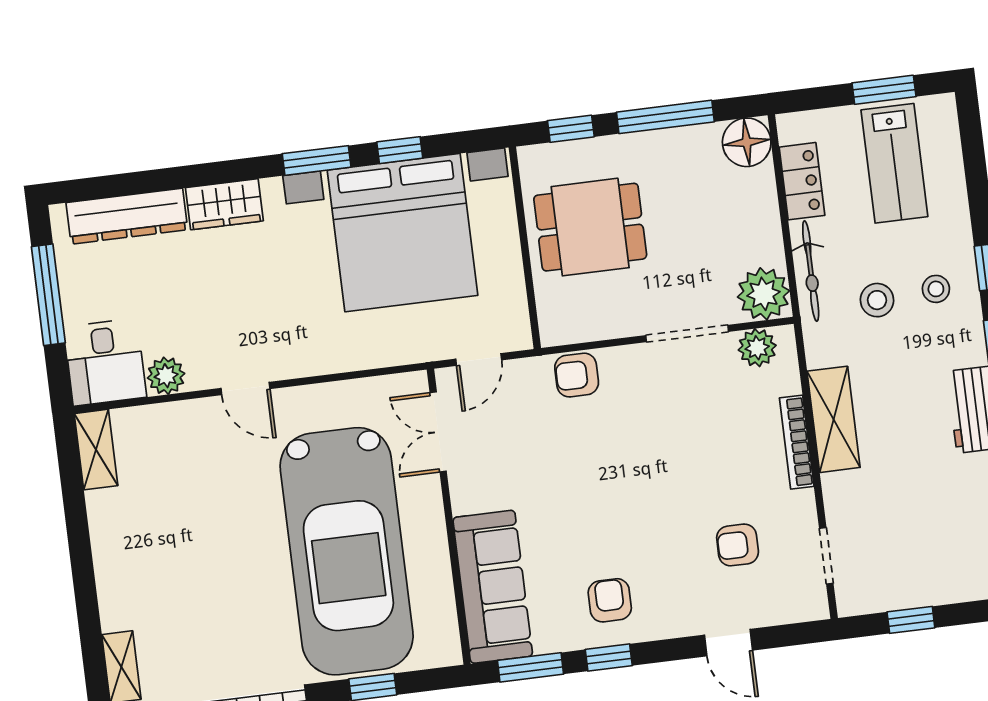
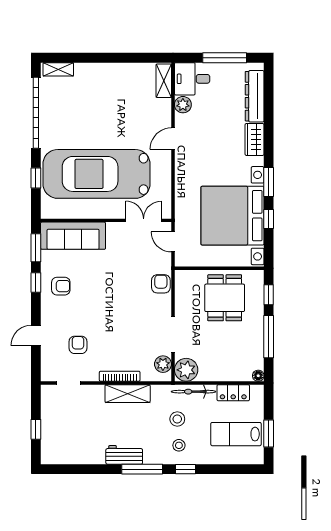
floor lamp: (747, 142) -> (258, 376), width x0.53, depth x0.53
shelving: (96, 450) -> (164, 81), moved, turned 90
window: (911, 620) -> (36, 429), moved

